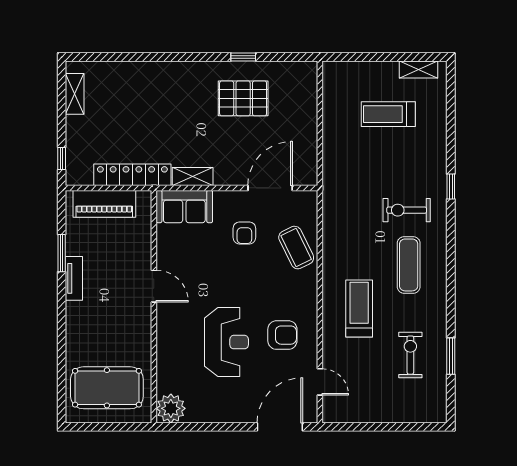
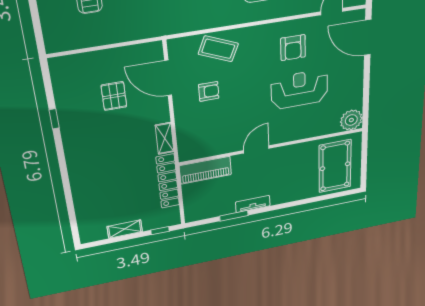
shelving: (75, 94) -> (125, 229), moved
pallet: (243, 98) -> (114, 96), moved, width x0.67, depth x0.71
piano: (104, 204) -> (205, 170), moved, turned 90
sofa: (184, 207) -> (190, 140), removed
coffee table: (296, 248) -> (218, 49), turned 49
armchair: (282, 335) -> (293, 48), turned 180

